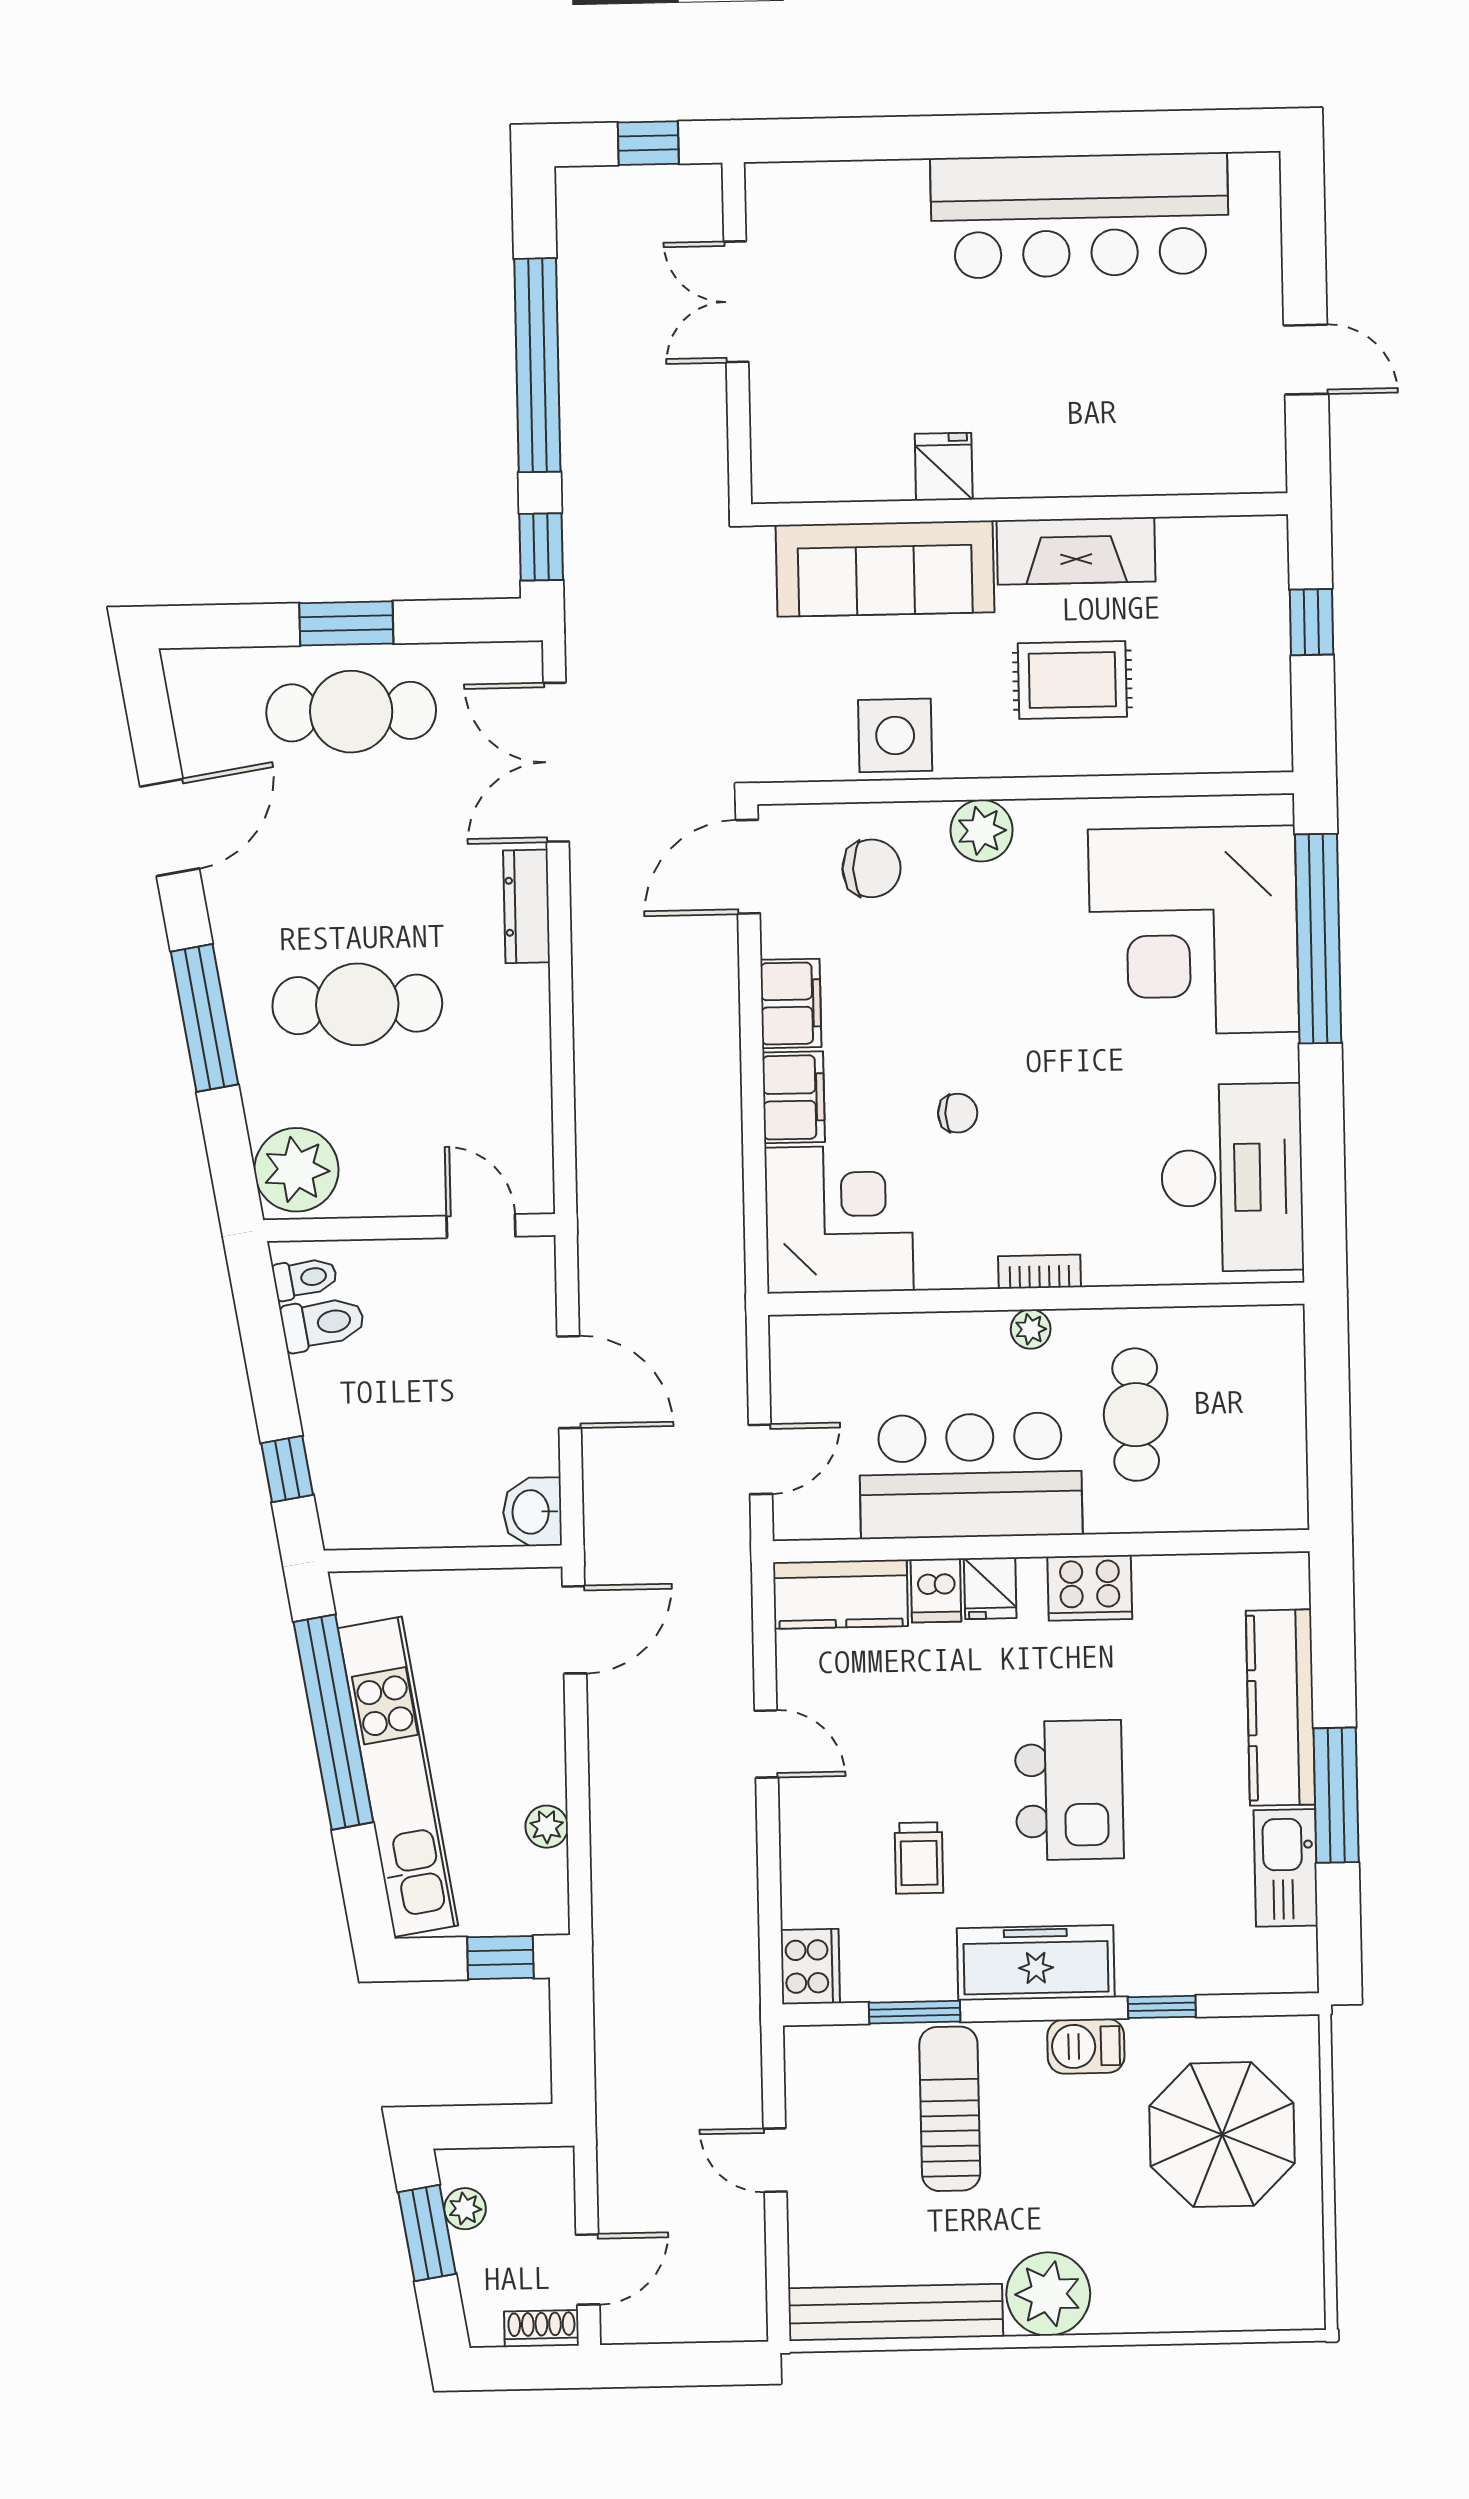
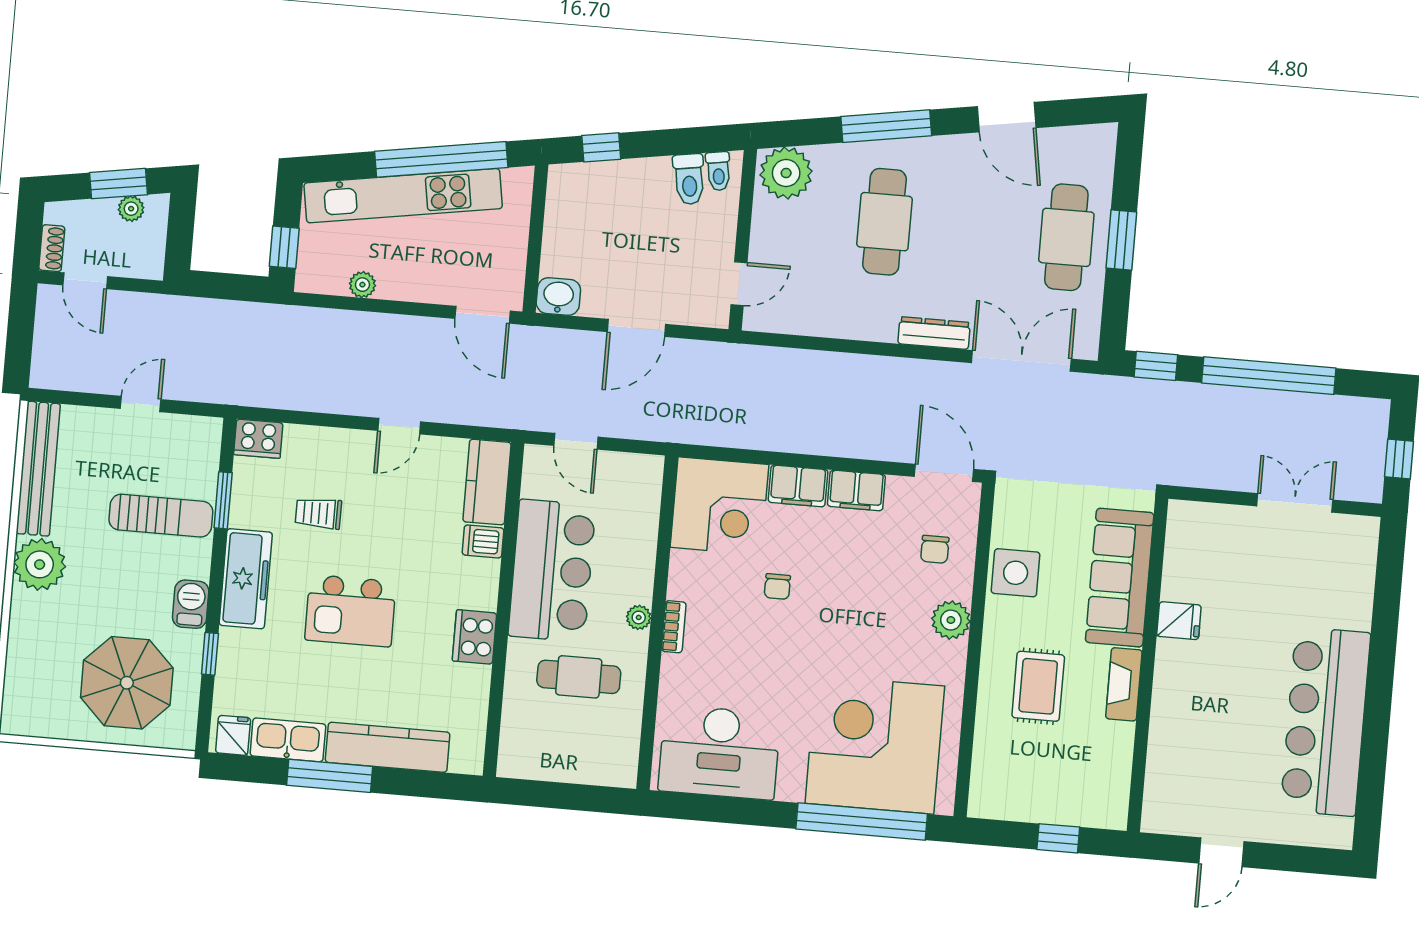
fireplace: (1076, 551) -> (1124, 684), width x0.73, depth x0.76
chair: (872, 868) -> (935, 549), width x0.73, depth x0.73
fridge: (990, 1588) -> (233, 735), moved, turned 90

